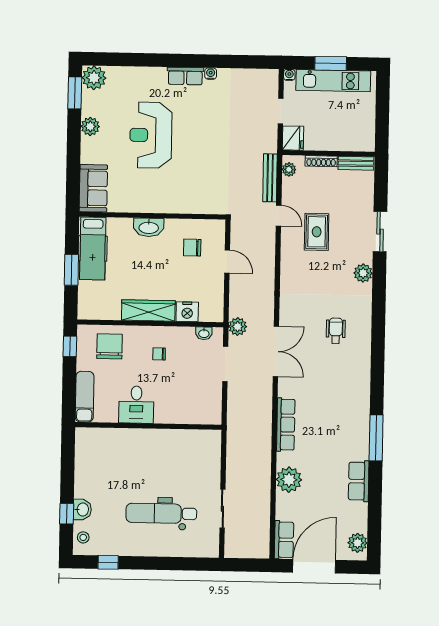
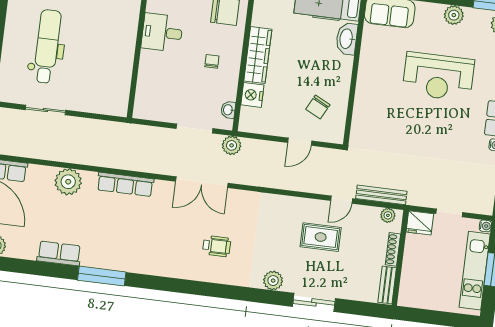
reception desk: (151, 135) -> (438, 77), turned 180
washbasin: (149, 227) -> (347, 39), moved
chair: (192, 248) -> (318, 107), turned -153

